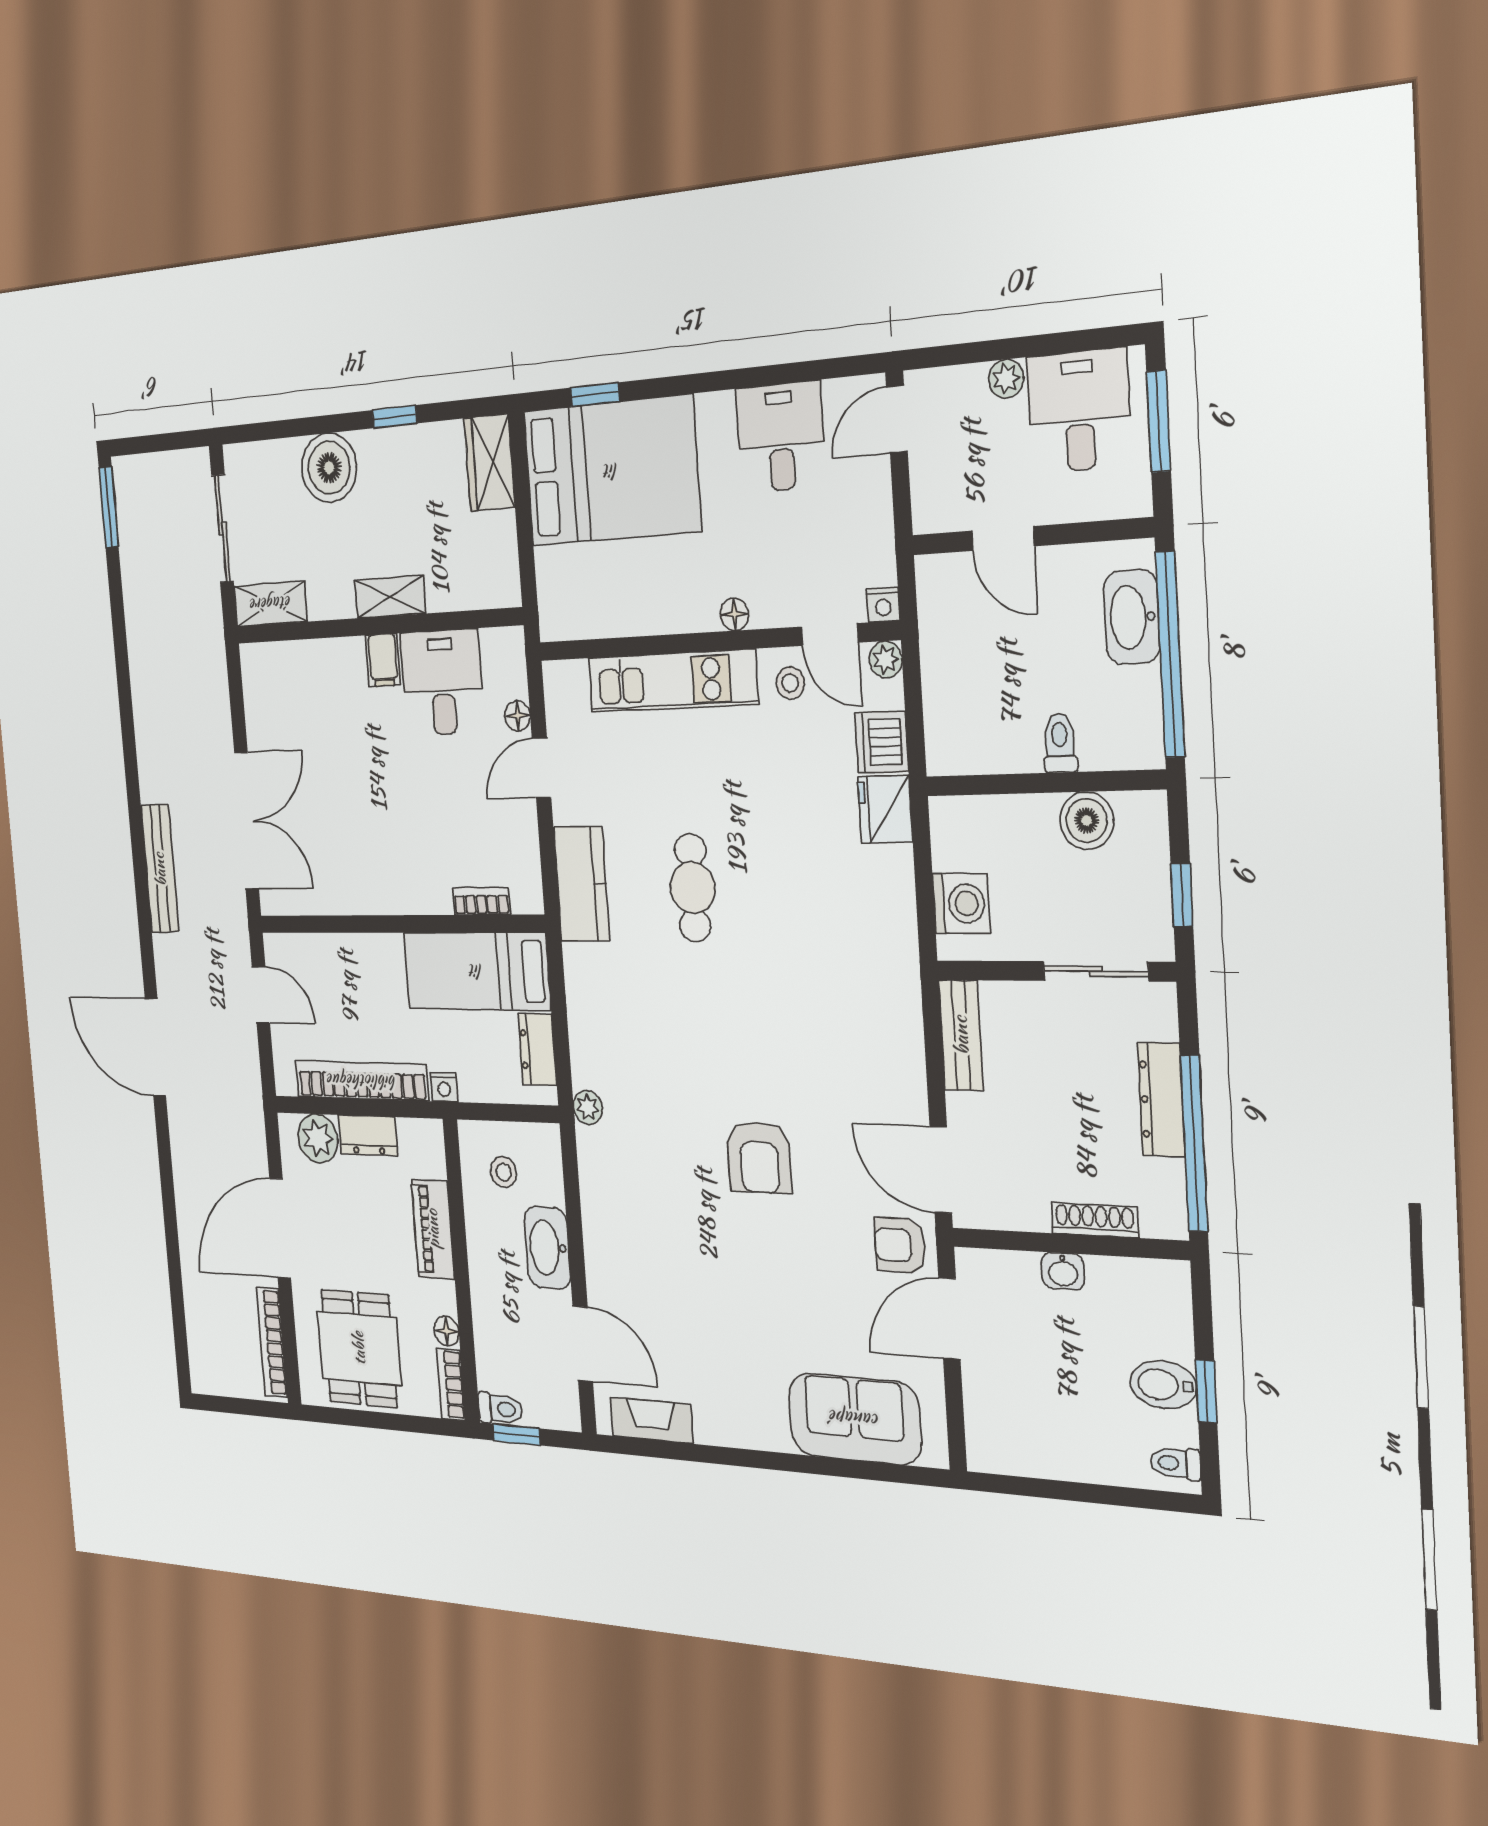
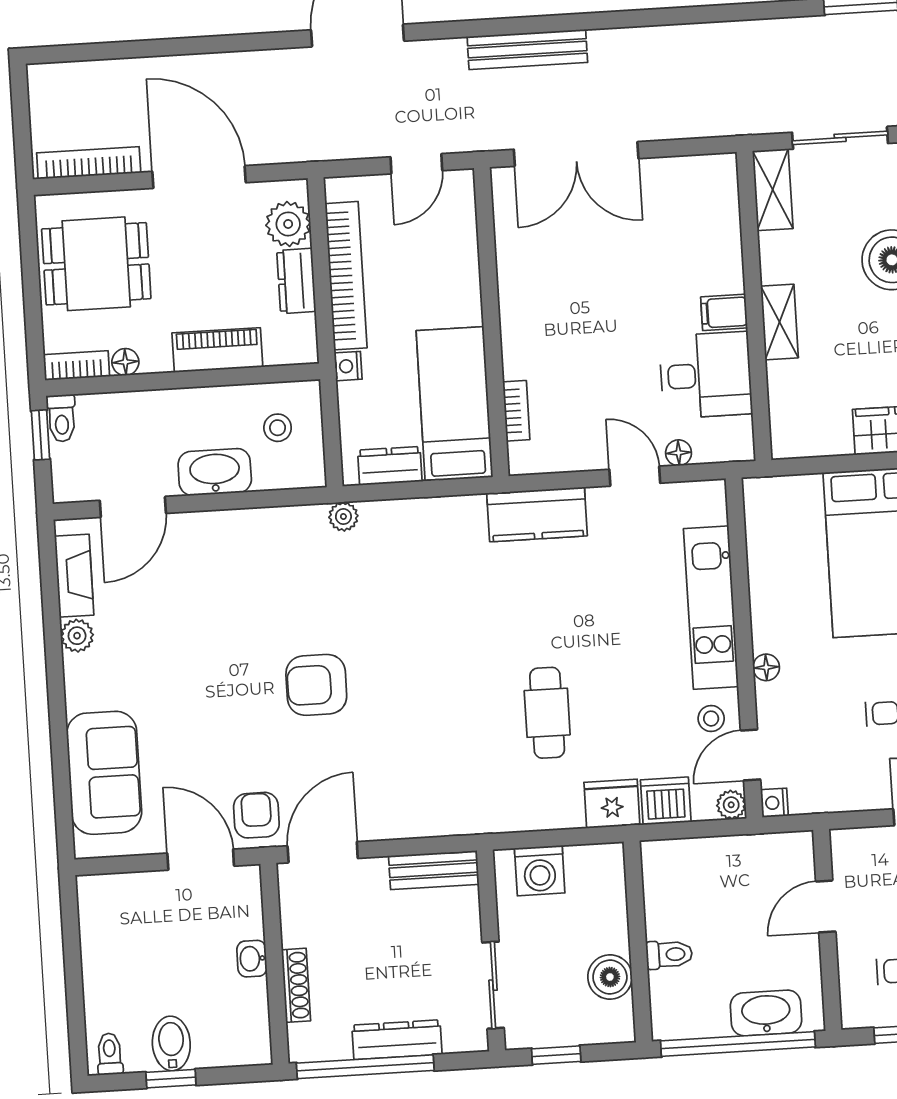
cafe table: (693, 888) -> (547, 713), moved, turned 90
plant: (712, 1427) -> (77, 636), added

